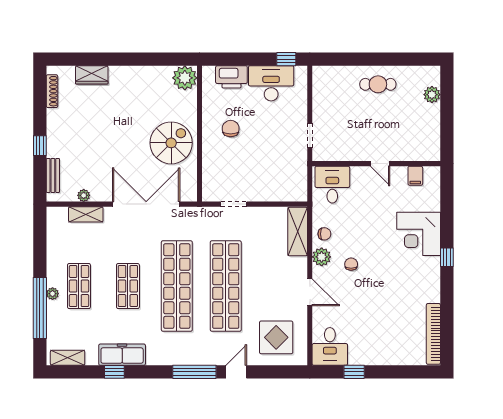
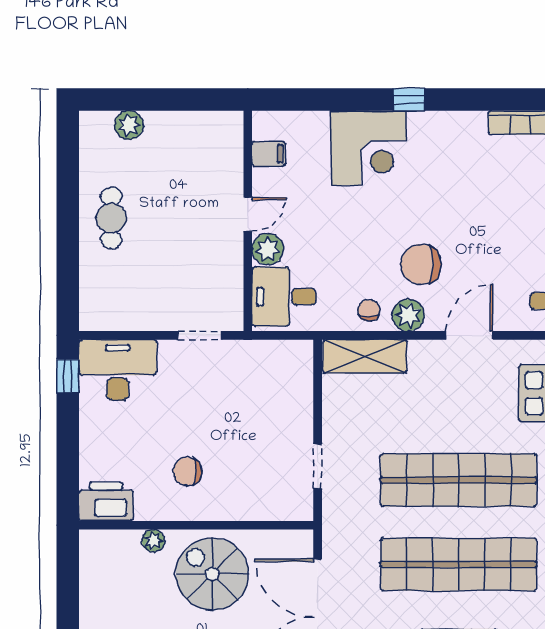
printer: (231, 77) -> (106, 502), moved, turned -90
plant: (185, 78) -> (153, 541), moved, width x0.53, depth x0.53
desk: (271, 83) -> (118, 370), moved, turned 90
plant: (360, 175) -> (268, 249), added
chair: (351, 264) -> (421, 264), width x1.87, depth x1.87

